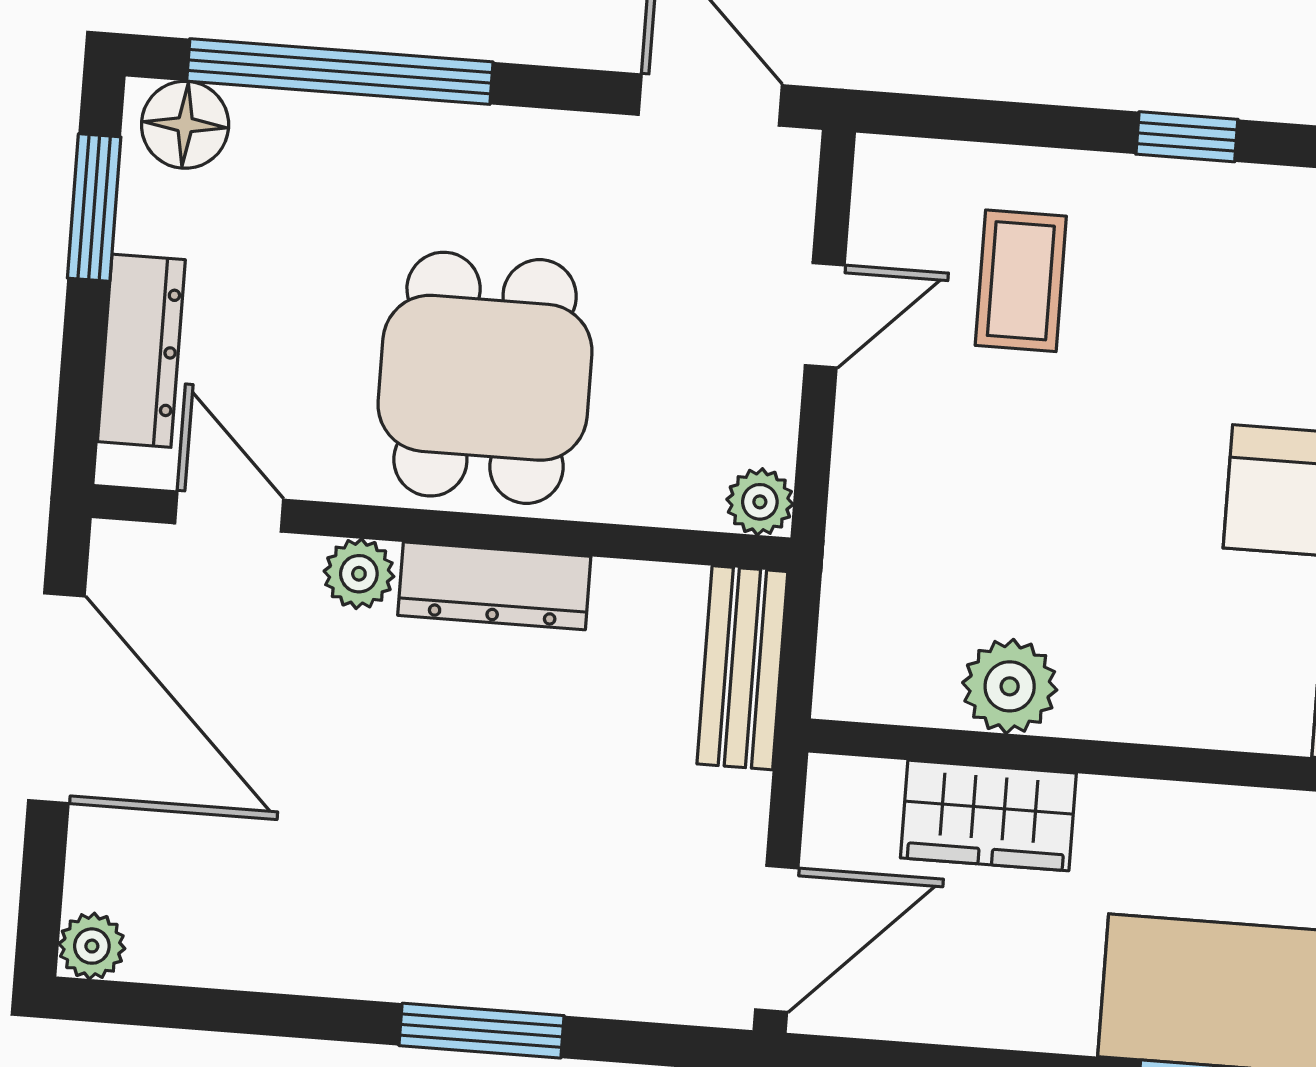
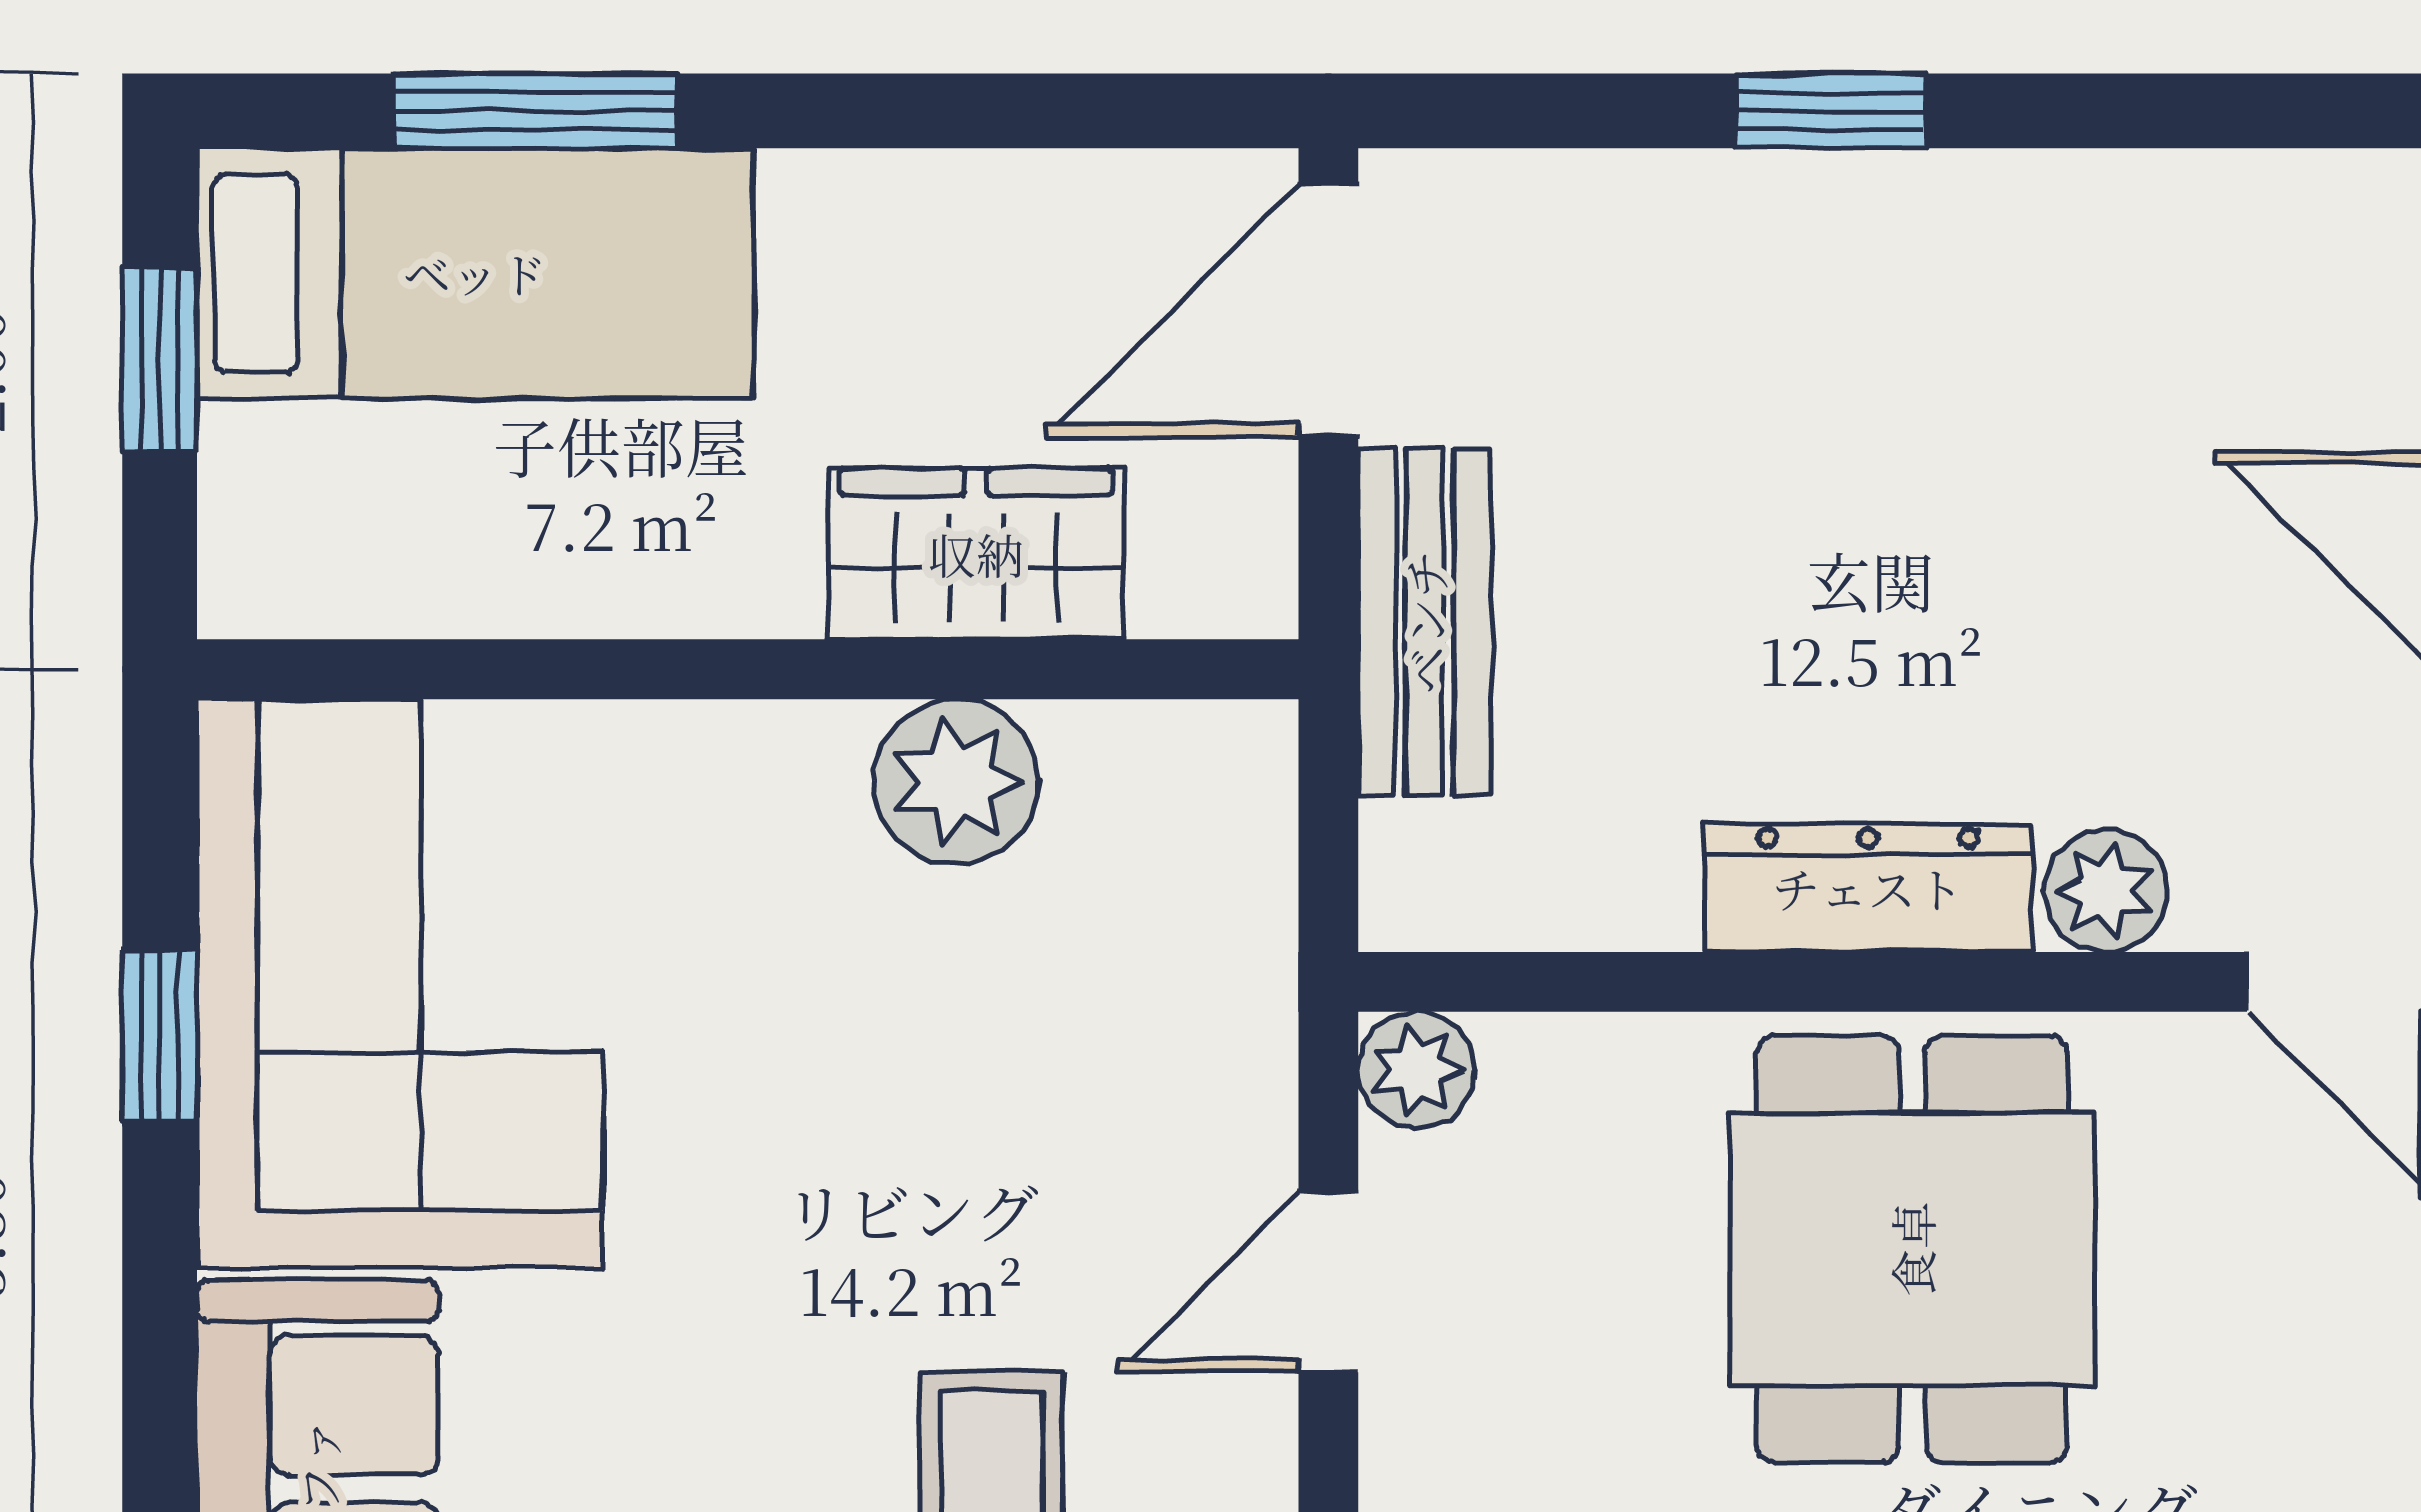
door: (825, 315) -> (1328, 1282), moved
bench: (742, 668) -> (1425, 622), moved
window: (482, 1031) -> (1831, 111), width x0.67

